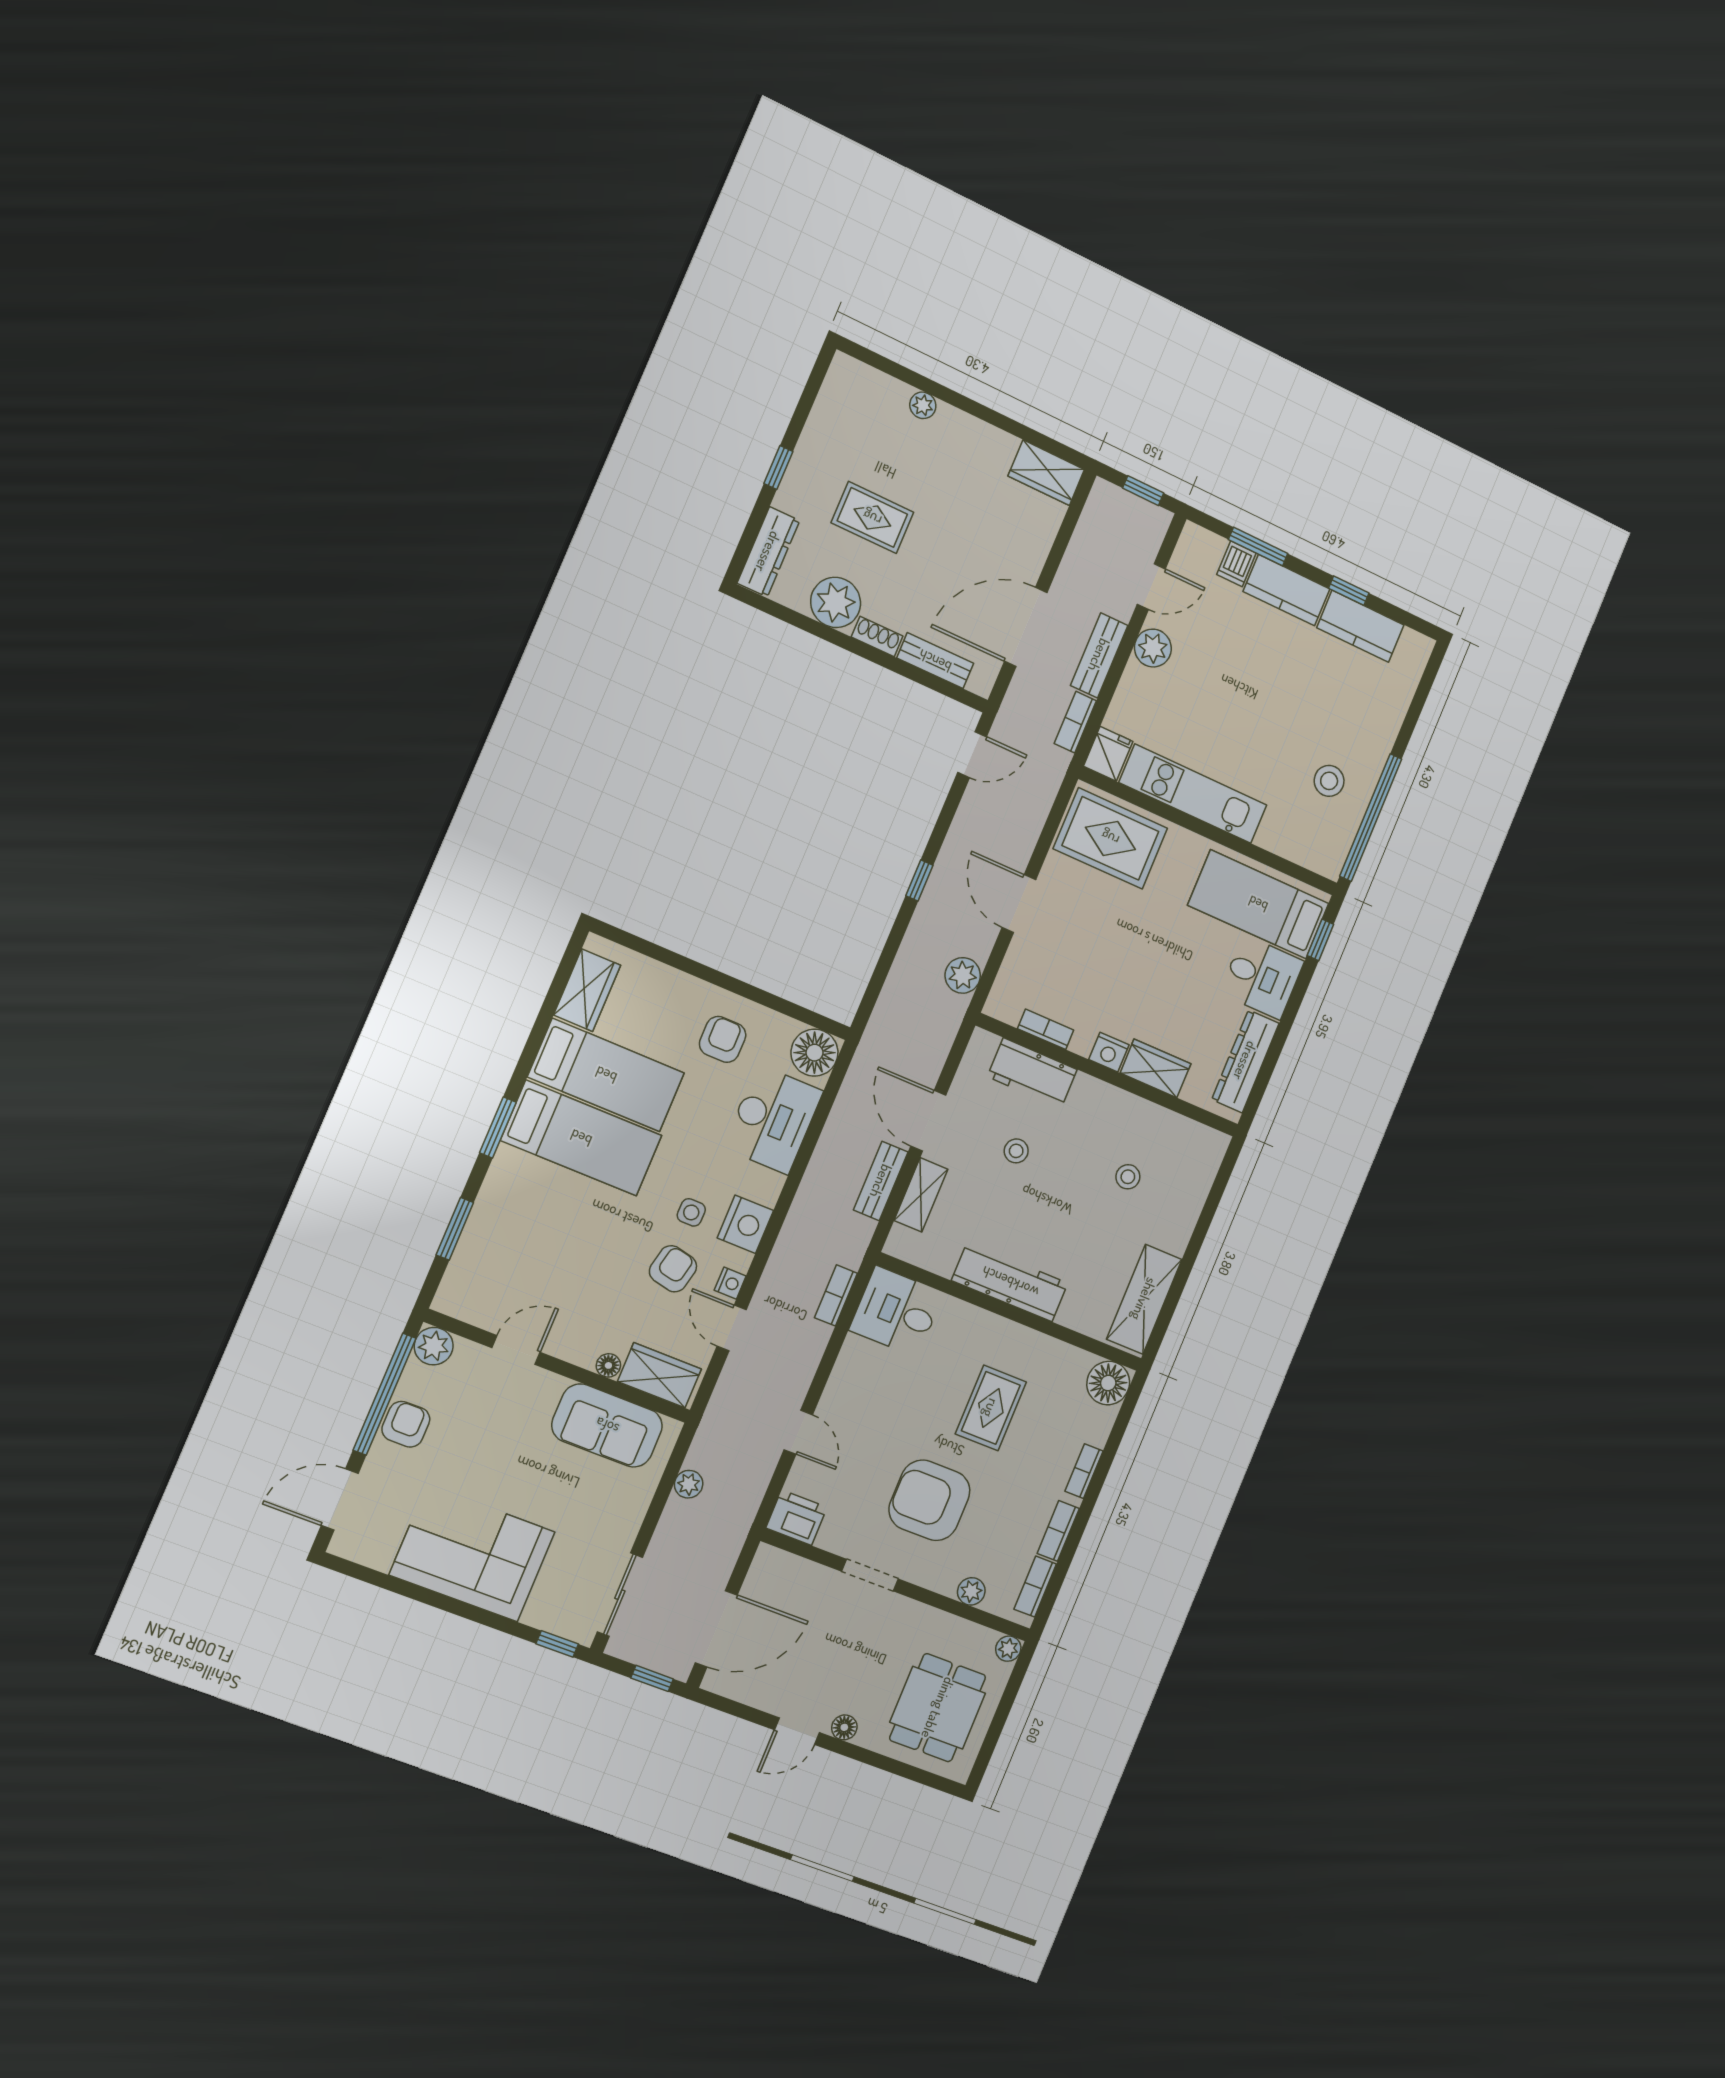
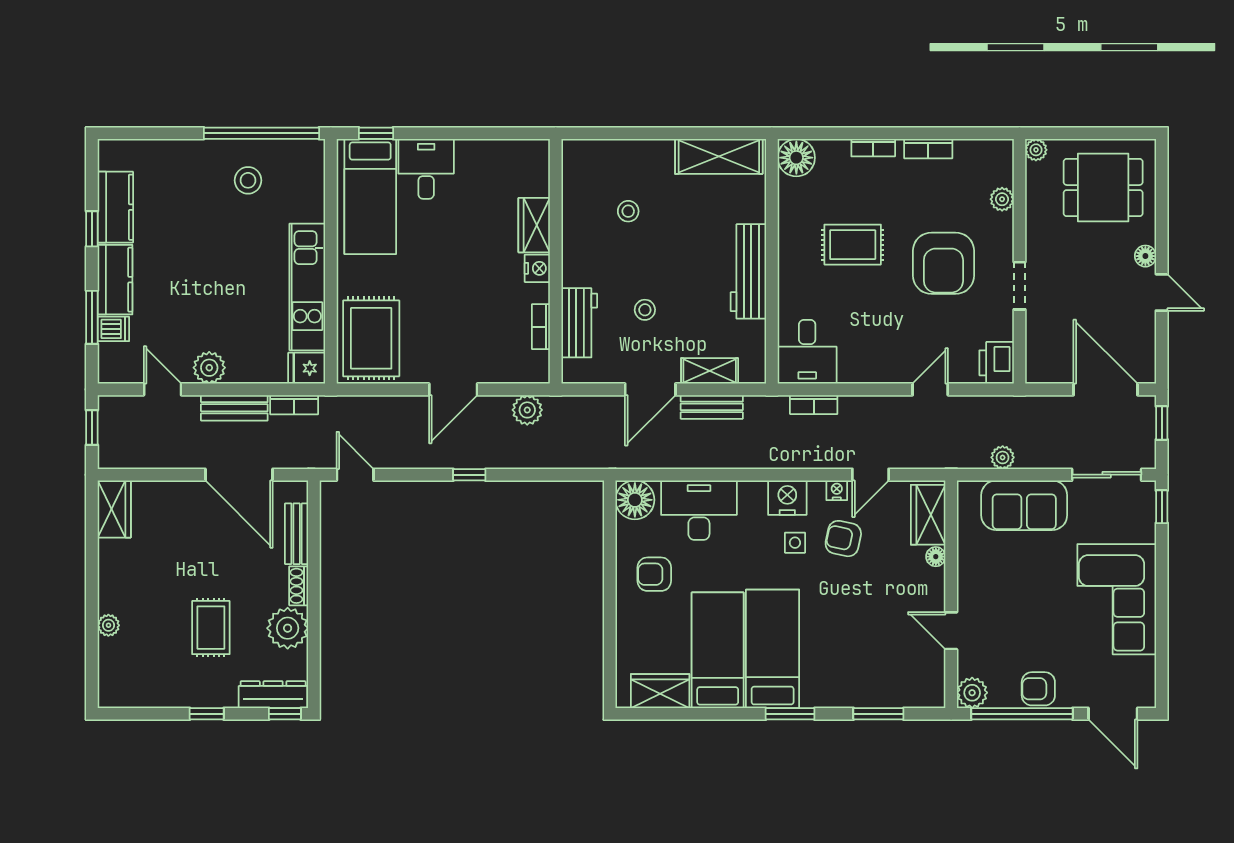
window: (741, 555) -> (285, 714), added
dresser: (1245, 1061) -> (498, 154), removed
sofa: (607, 1426) -> (1024, 505), moved, turned 90
bookcase: (1035, 1587) -> (979, 149), removed

